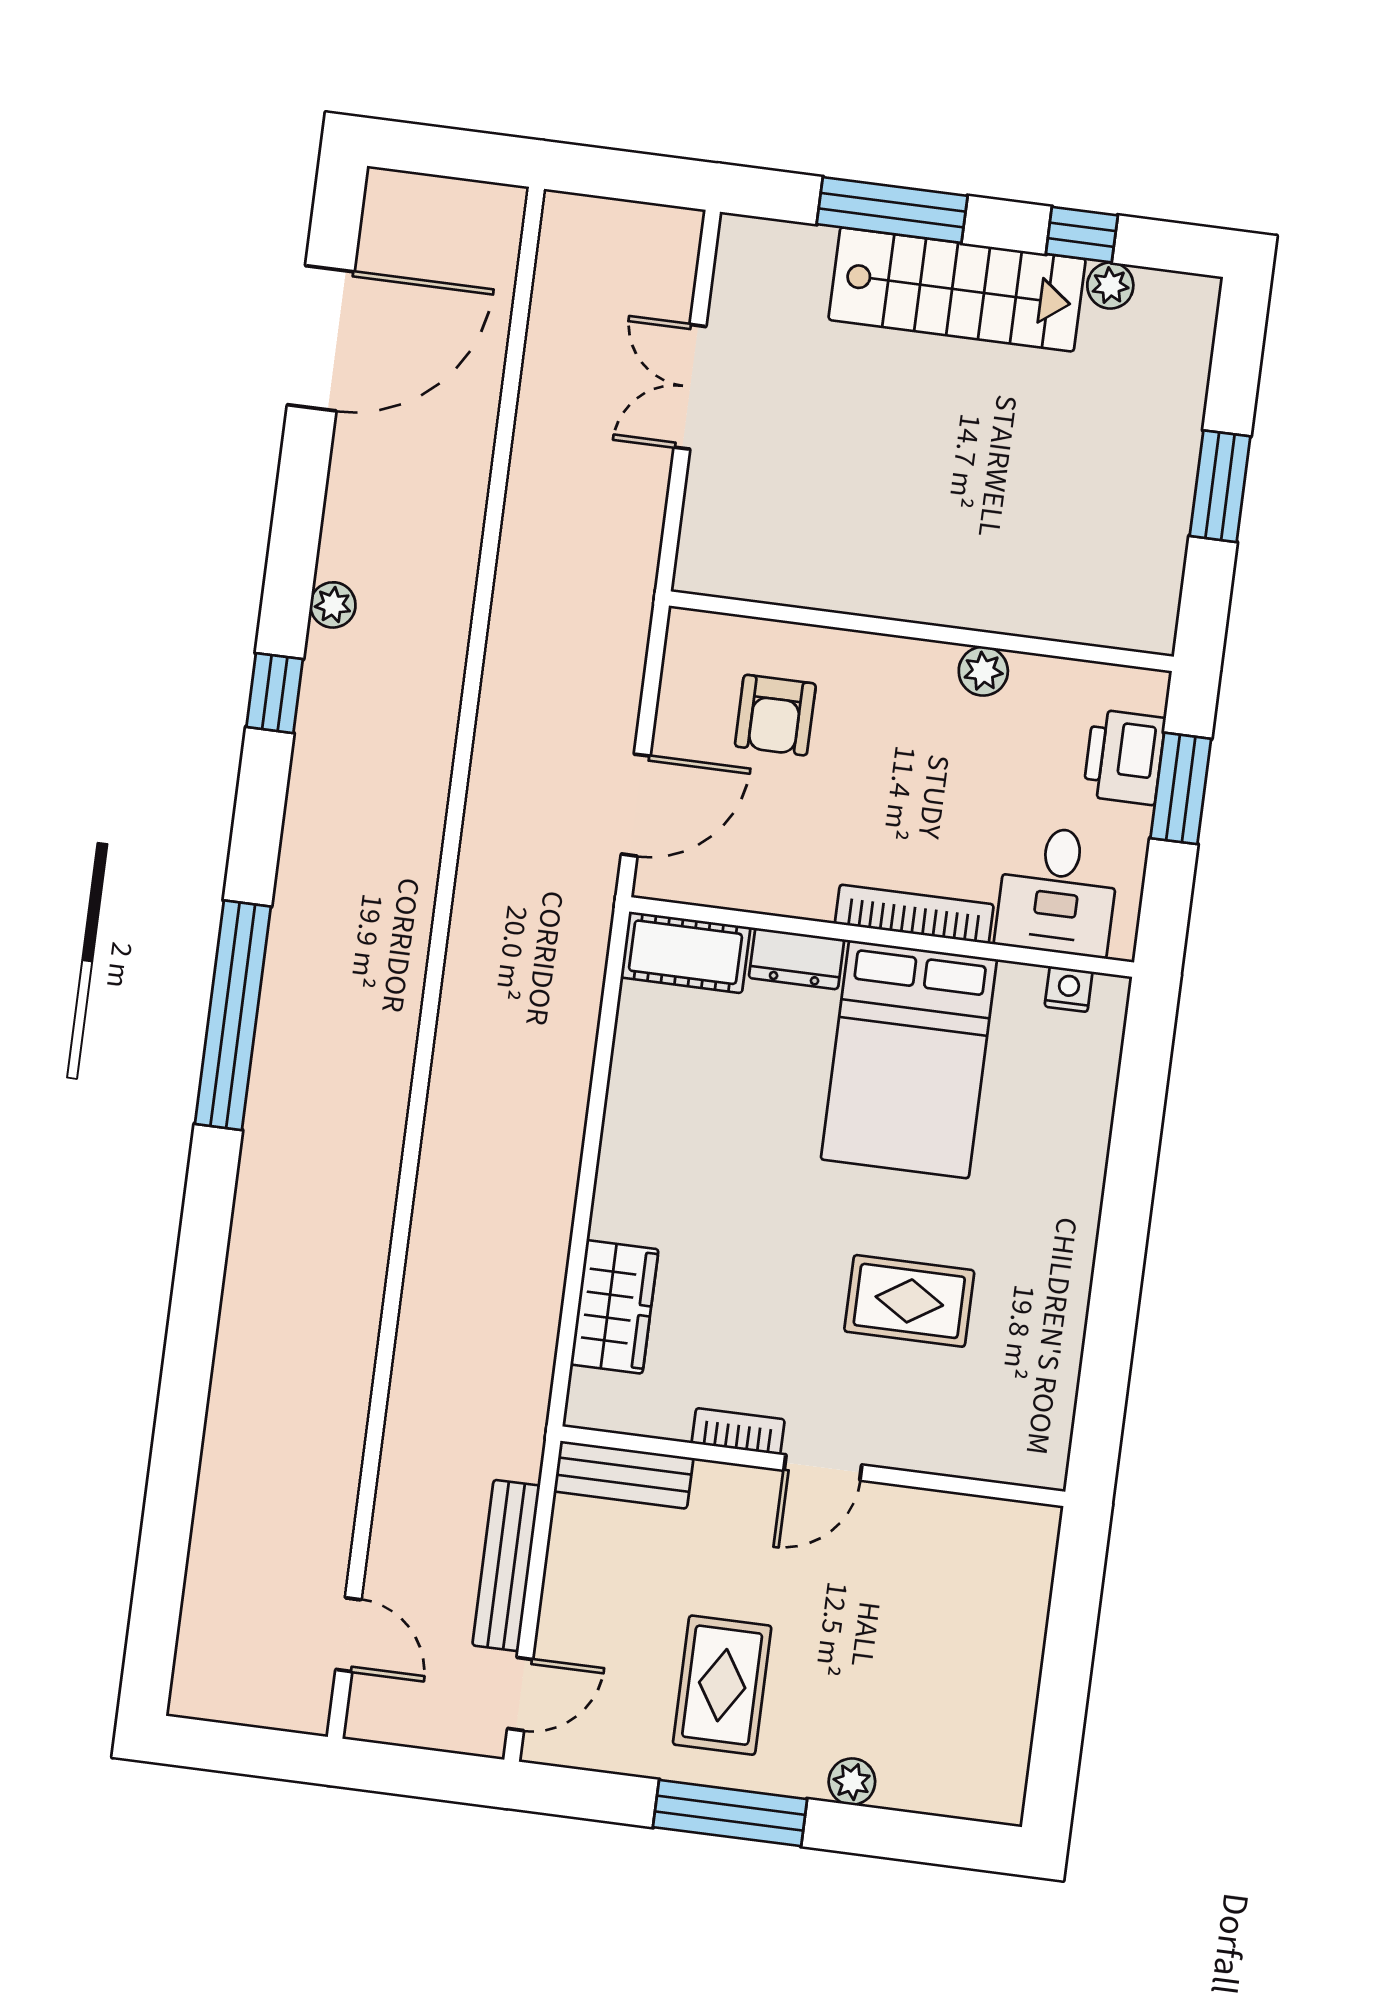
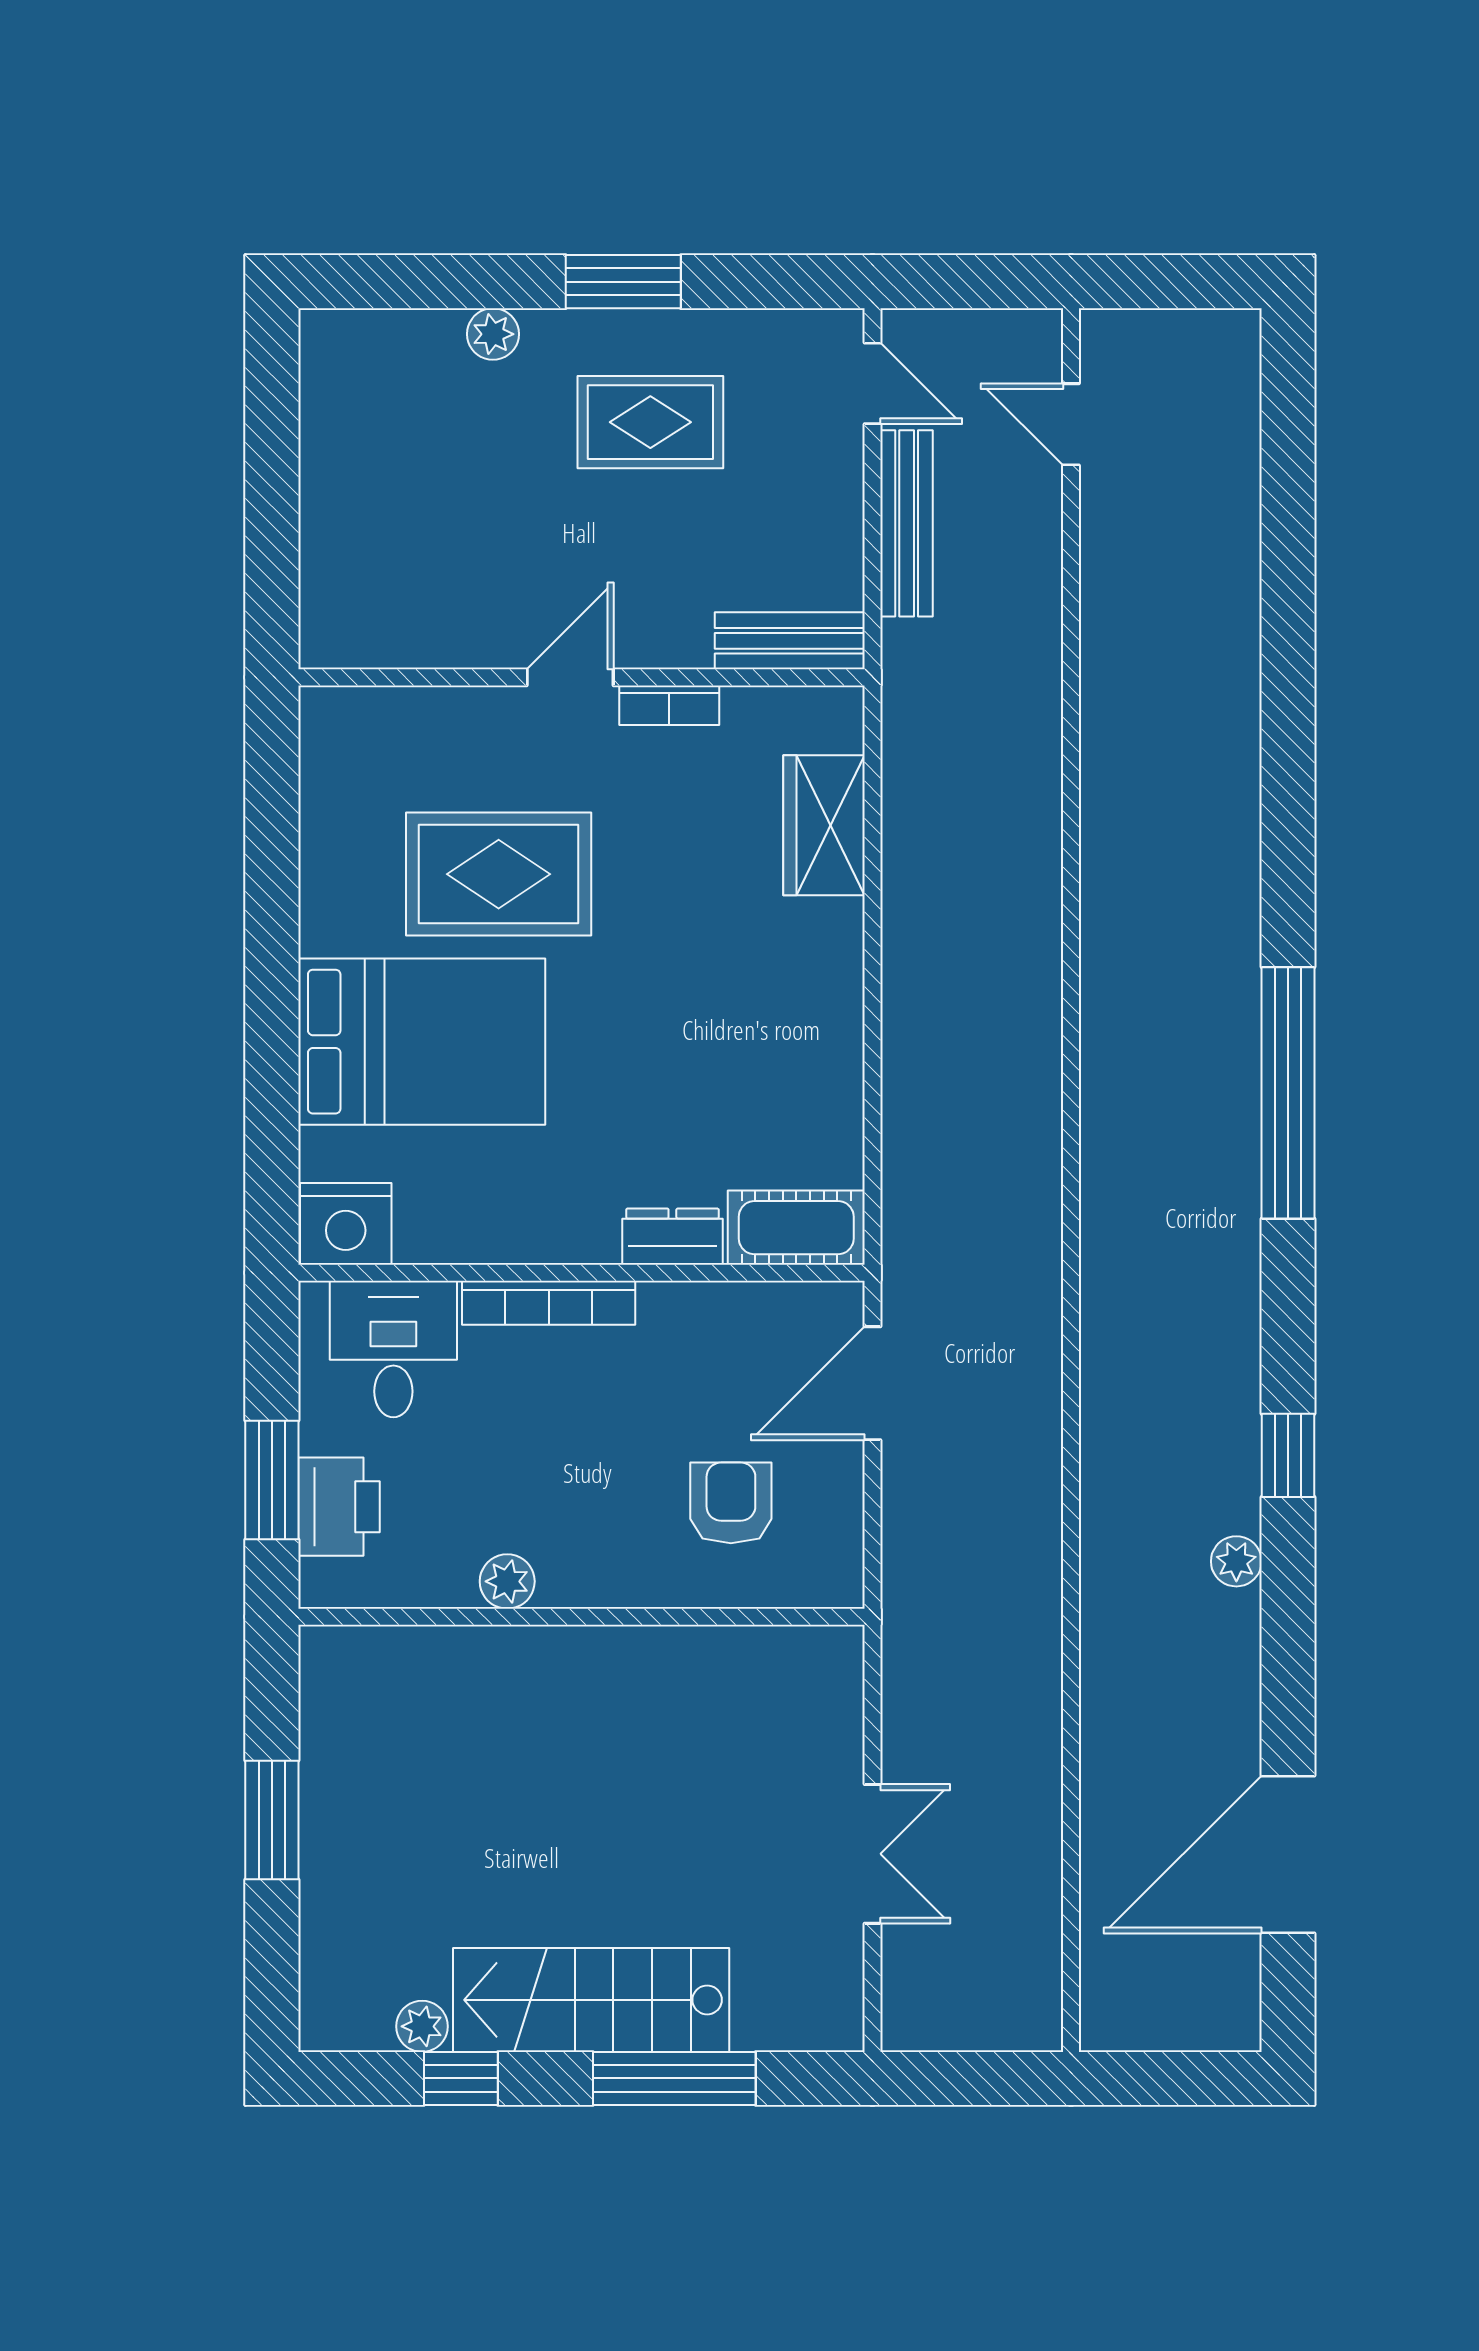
nightstand: (1069, 989) -> (346, 1224), width x1.89, depth x1.79
bed: (909, 1059) -> (422, 1042), moved, turned 90
rug: (909, 1301) -> (499, 874), width x1.36, depth x1.43
rug: (722, 1685) -> (650, 422), turned 90
door: (520, 1694) -> (873, 383), swing flipped
window: (730, 1813) -> (623, 282), width x0.69

